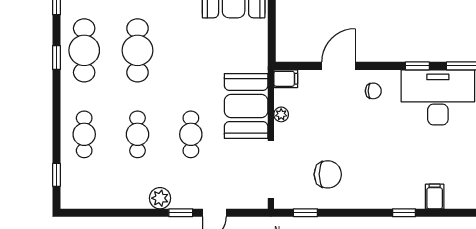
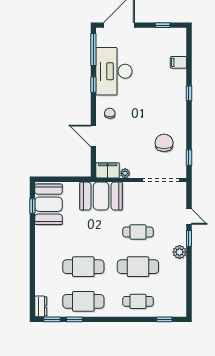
window: (56, 57) -> (74, 319), moved
filing cabinet: (286, 79) -> (108, 170), width x2.00
booth: (246, 106) -> (101, 196), moved
cafe table: (138, 134) -> (138, 267), width x1.37, depth x1.35
filing cabinet: (435, 197) -> (178, 62), moved

